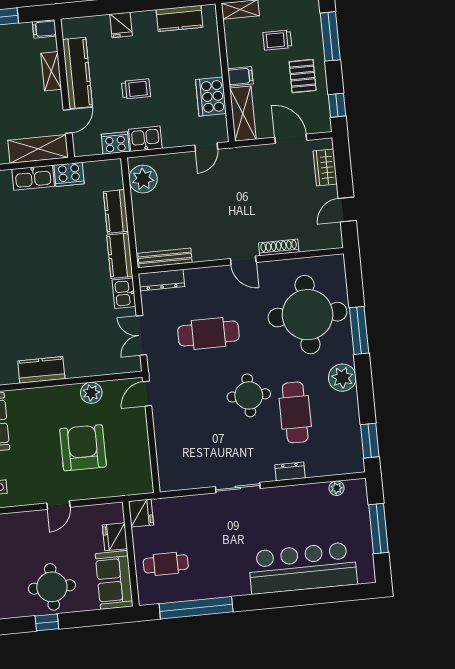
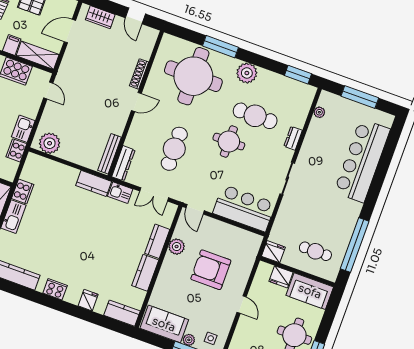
kitchen counter: (116, 211) -> (157, 241), moved, turned 90
bar counter: (177, 453) -> (244, 208), added
cafe table: (166, 564) -> (315, 251), turned 90

